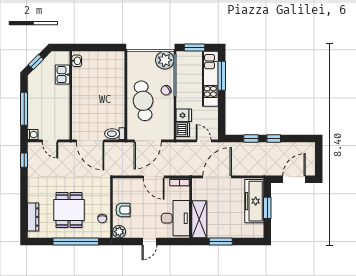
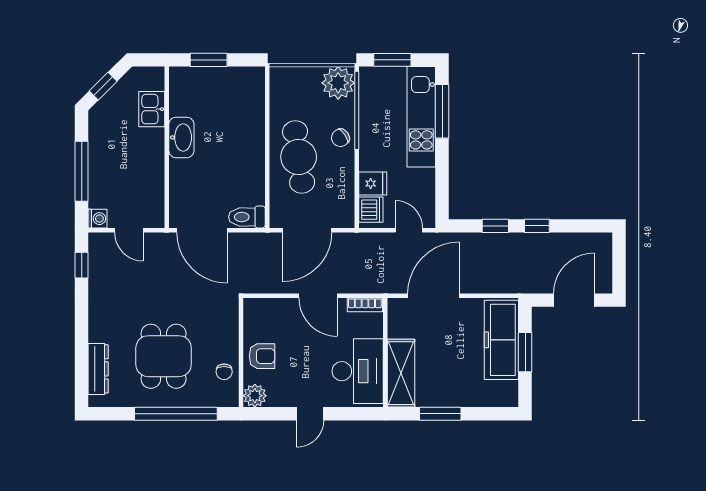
window: (94, 48) -> (209, 60), added
washbasin: (77, 61) -> (181, 137), moved, width x1.91, depth x1.45

